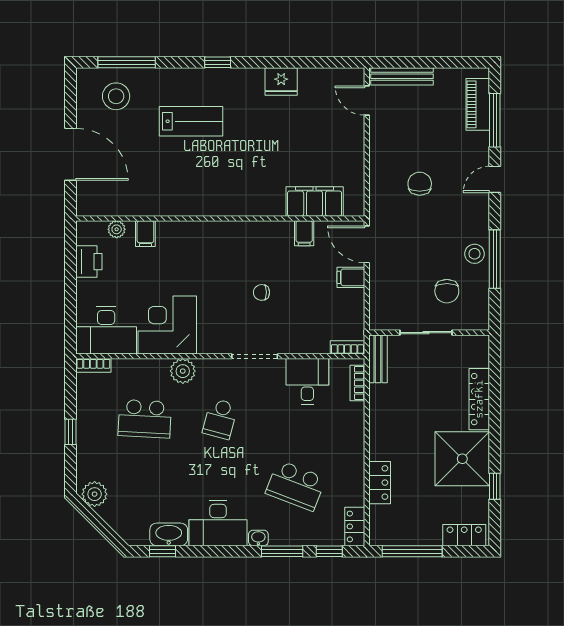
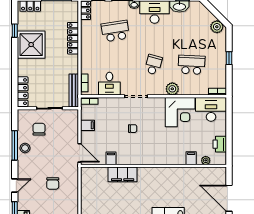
filing cabinet: (315, 202) -> (123, 174), moved
filing cabinet: (351, 277) -> (87, 125), moved
bench: (378, 359) -> (74, 91), width x1.36
locker: (479, 399) -> (23, 92), moved
locker: (380, 483) -> (73, 38), width x1.53
school desk: (296, 486) -> (115, 31), turned -30

